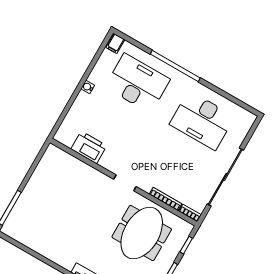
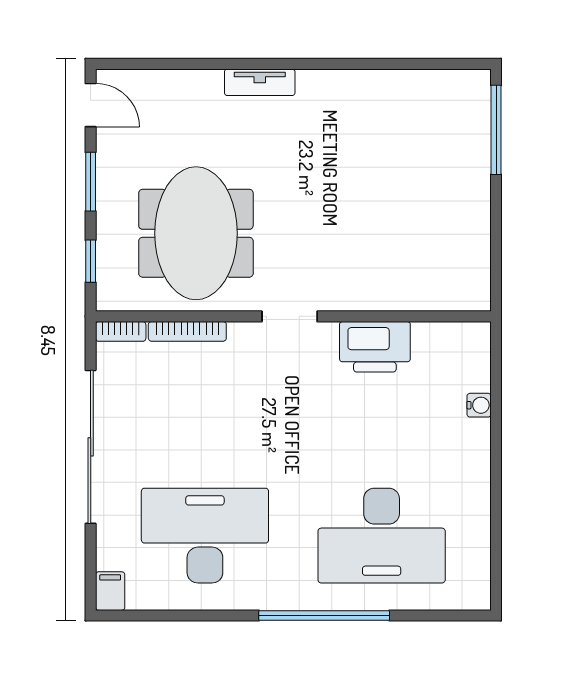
filing cabinet: (115, 44) -> (110, 591), moved
water cooler: (88, 87) -> (479, 405), moved
printer: (89, 147) -> (375, 347), moved

